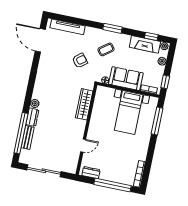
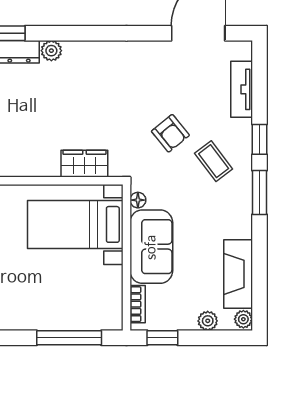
tv unit: (68, 27) -> (242, 89), width x0.71
window: (151, 36) -> (259, 139), moved
coffee table: (106, 49) -> (214, 161), moved
wardrobe: (84, 104) -> (84, 164), width x0.67
bed with nightstands: (129, 112) -> (75, 224), moved

